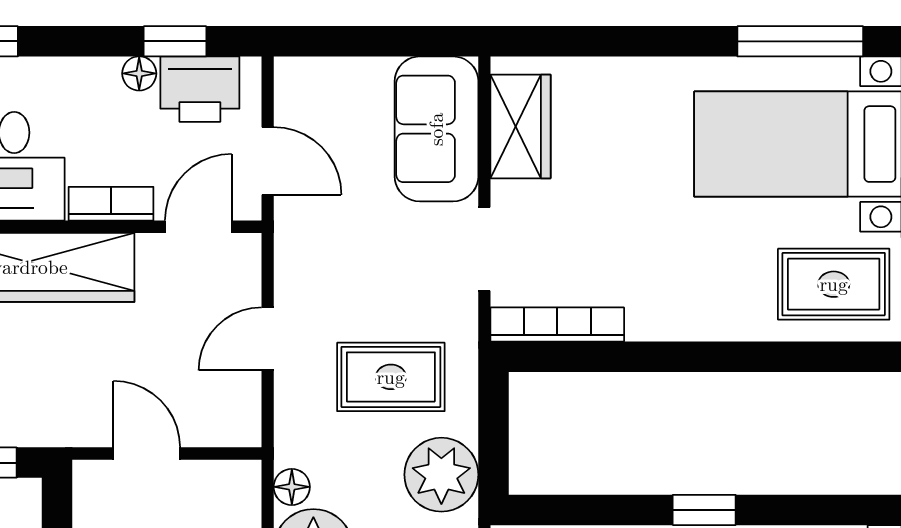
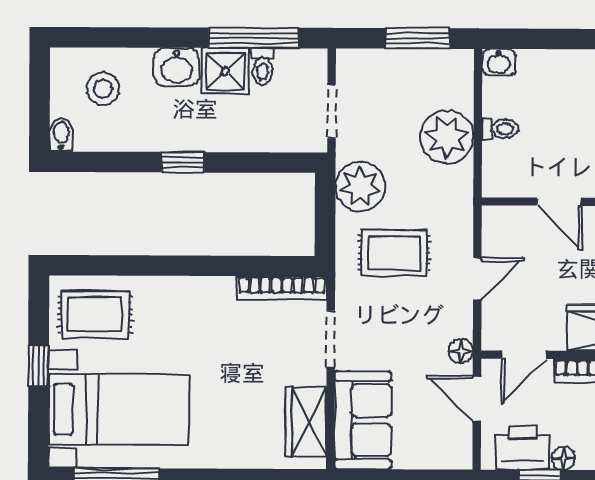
floor lamp: (292, 487) -> (461, 351), moved

